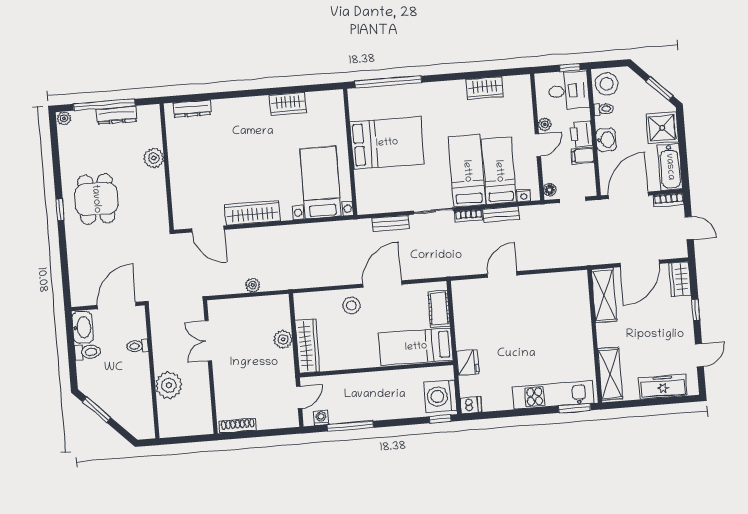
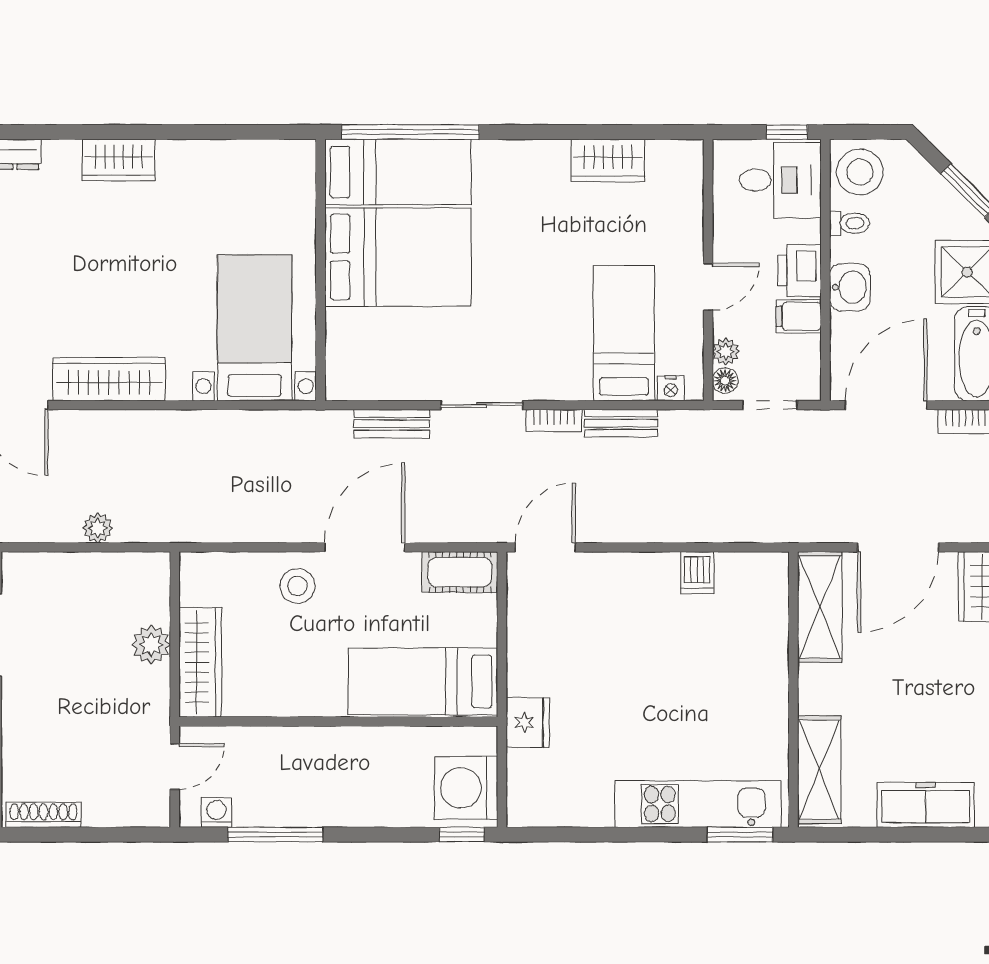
wardrobe: (288, 104) -> (119, 160), moved
plant: (545, 124) -> (726, 352), moved
bed: (467, 171) -> (398, 172), moved, turned 90
door: (502, 274) -> (545, 547), moved
cot: (439, 309) -> (460, 572), moved, turned 90
dishwasher: (471, 405) -> (697, 573), moved, turned 90

